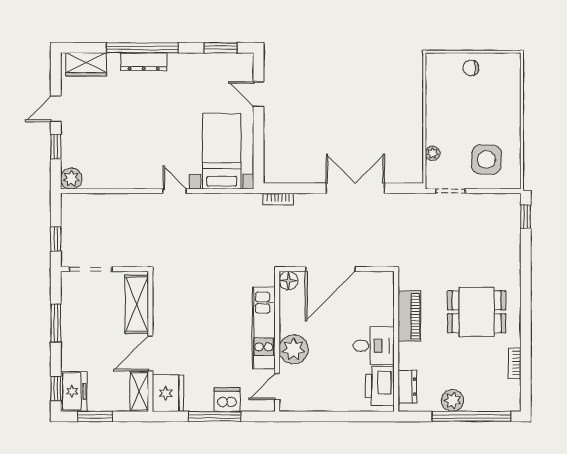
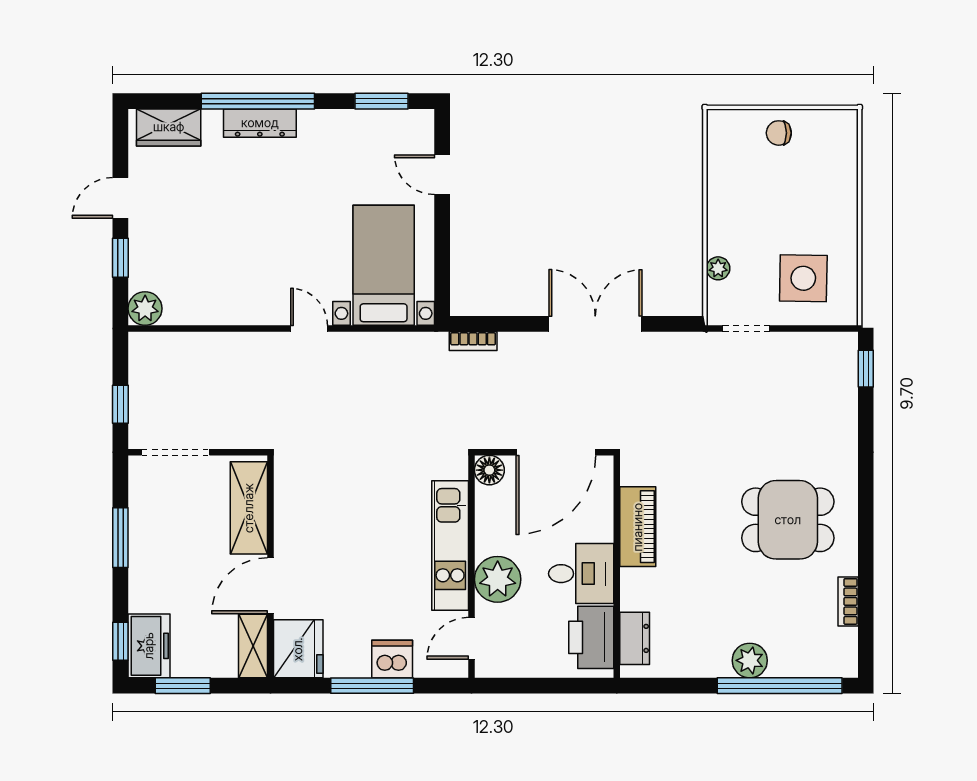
piano: (409, 316) -> (638, 527), moved
wall: (396, 341) -> (617, 567), moved
desk: (374, 346) -> (581, 574), moved
printer: (380, 386) -> (591, 637), moved
dresser: (407, 387) -> (635, 638), moved

